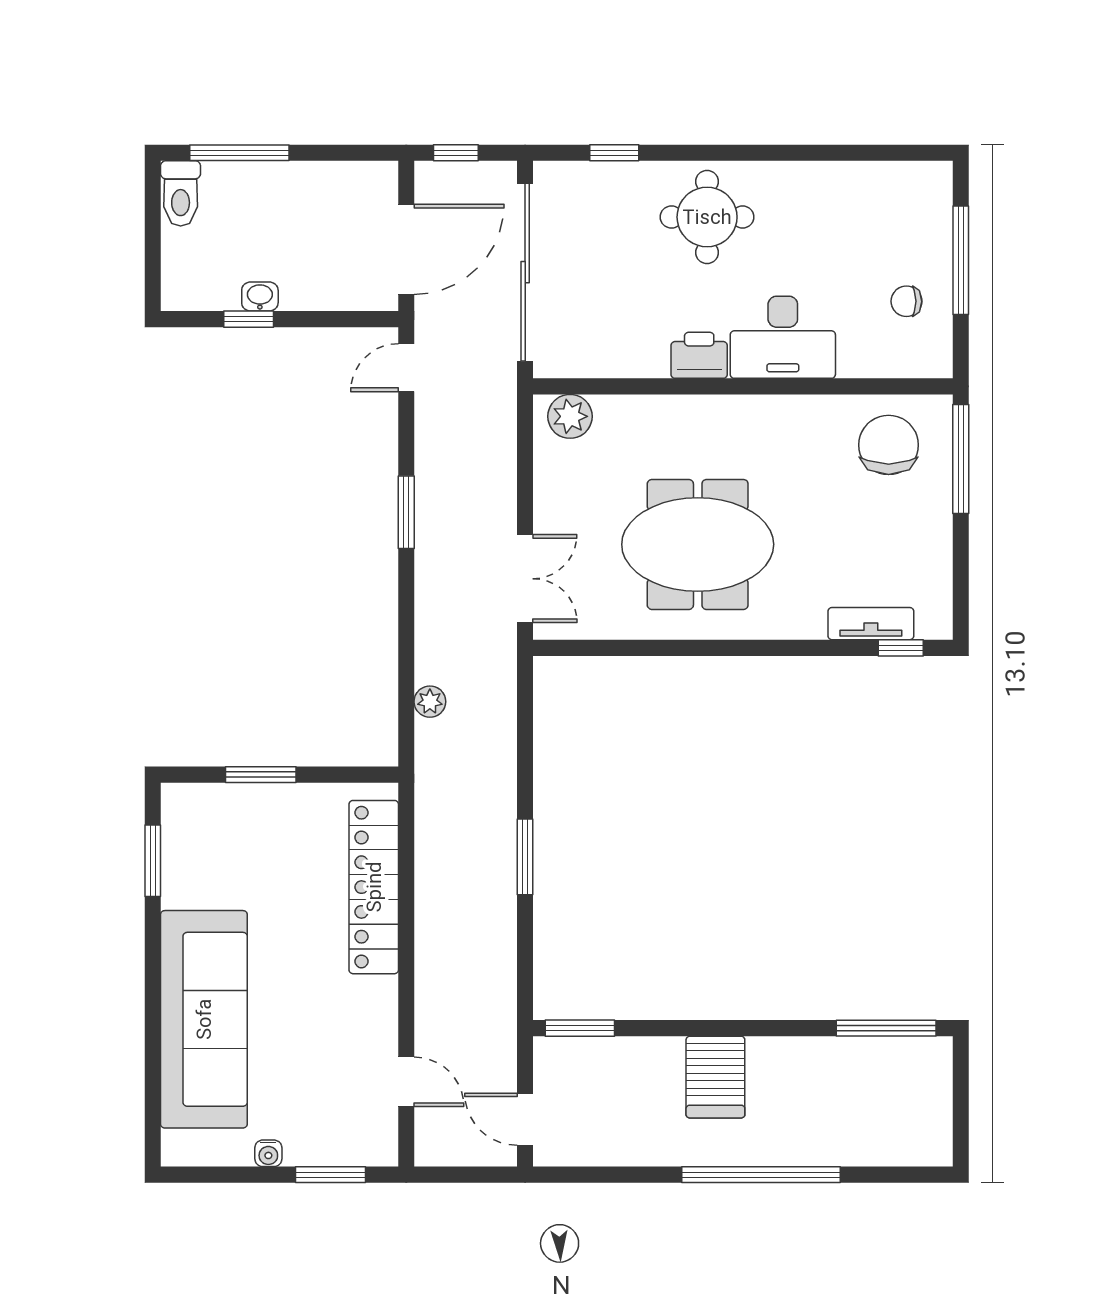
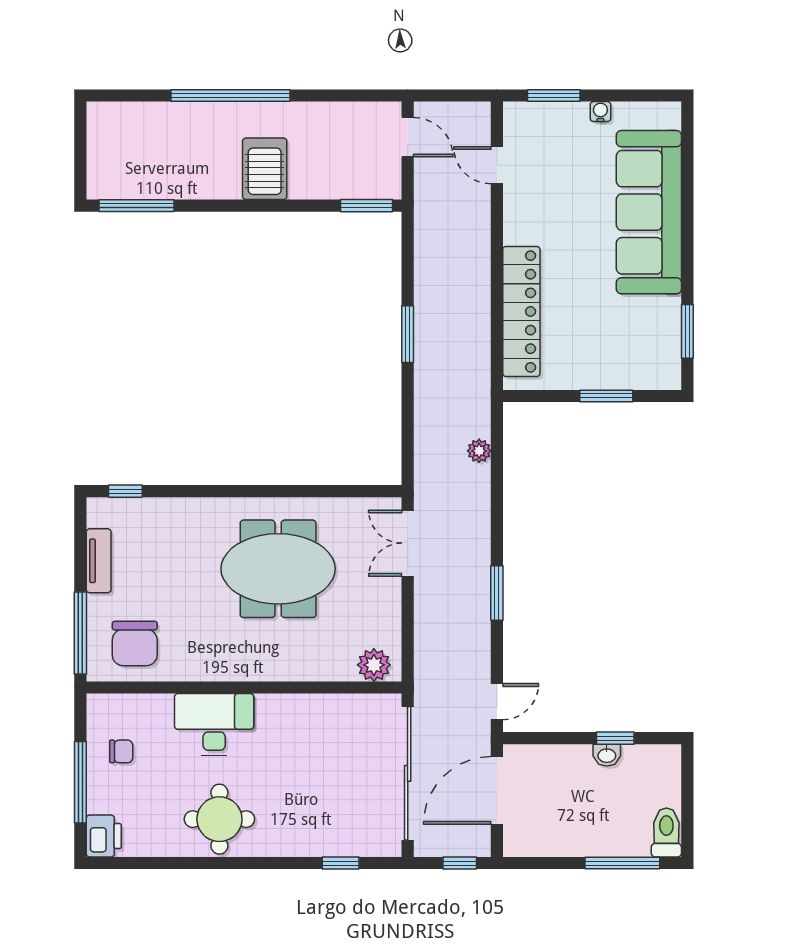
round table: (707, 217) -> (219, 819), moved
printer: (699, 355) -> (104, 836), moved, turned -90
tv unit: (871, 624) -> (99, 561), moved, turned -90

